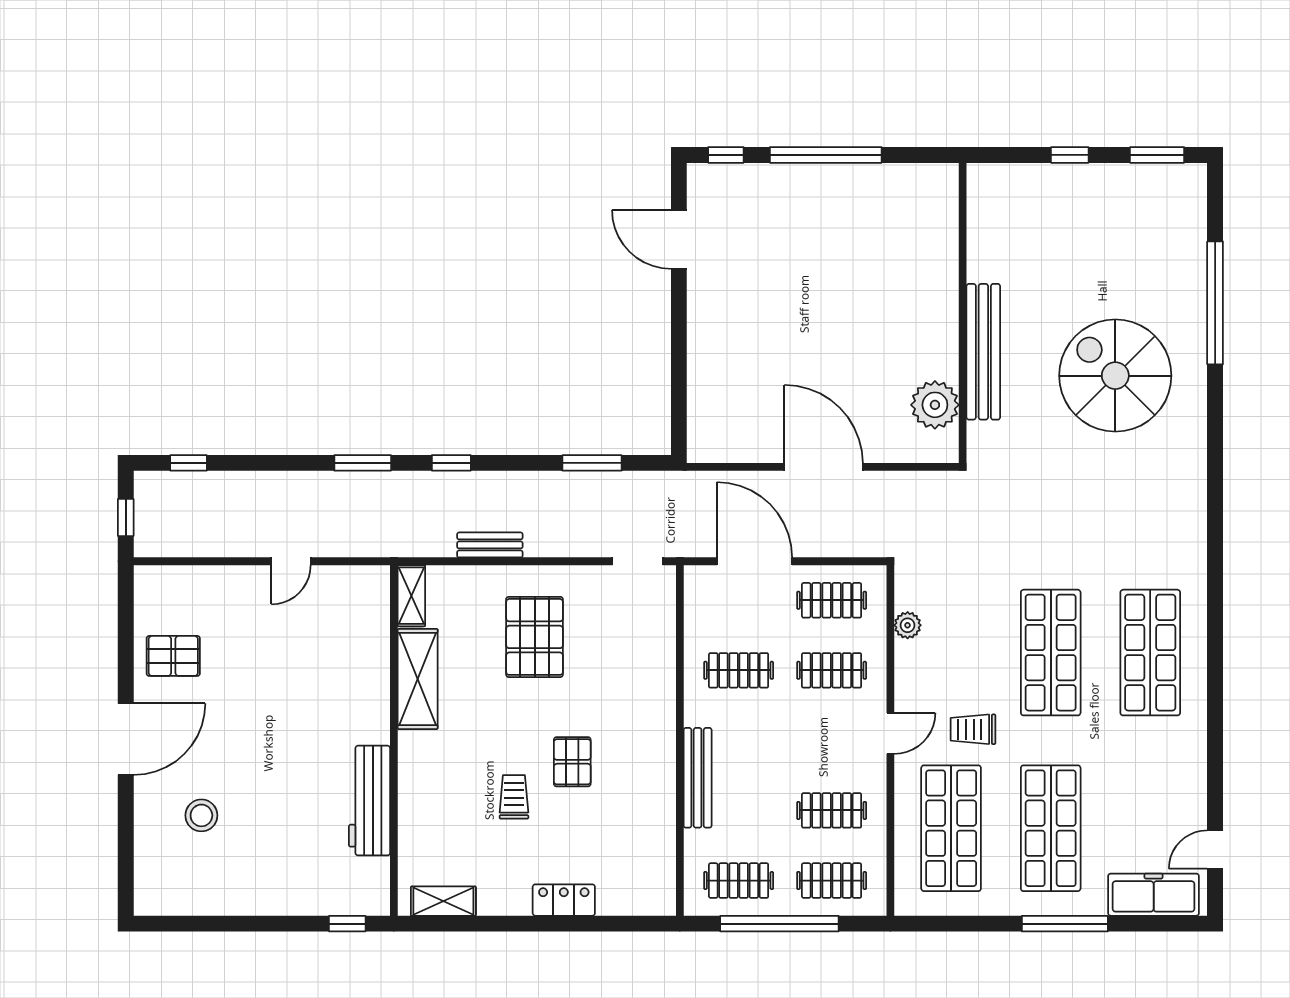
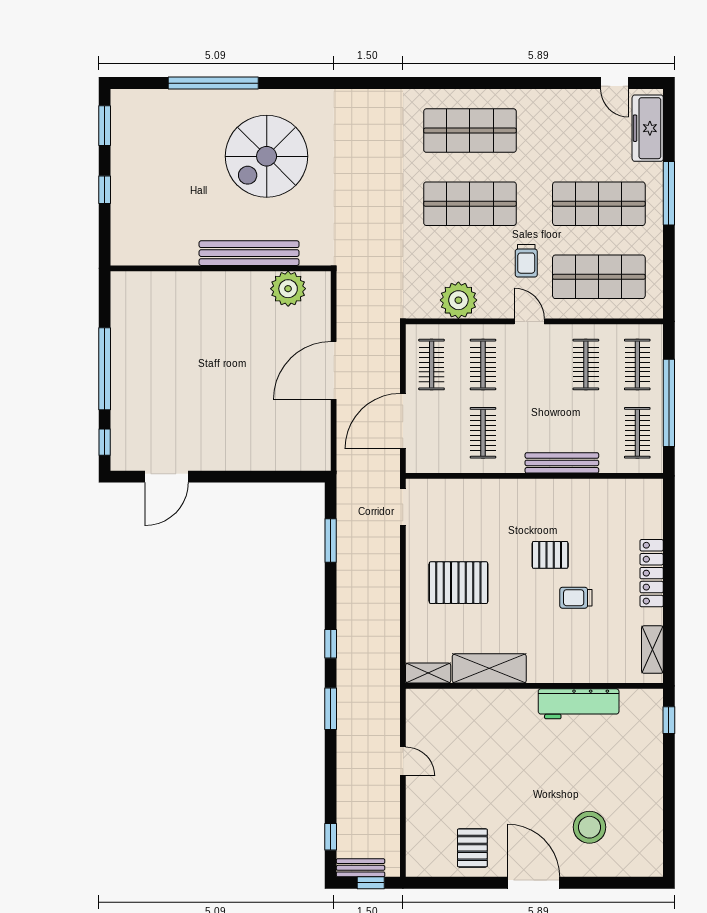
bench: (490, 545) -> (361, 868), moved, turned 90
plant: (908, 625) -> (458, 300), width x1.88, depth x1.88
stool: (201, 815) -> (590, 827), width x1.38, depth x1.38
locker: (564, 900) -> (652, 573), width x1.53

